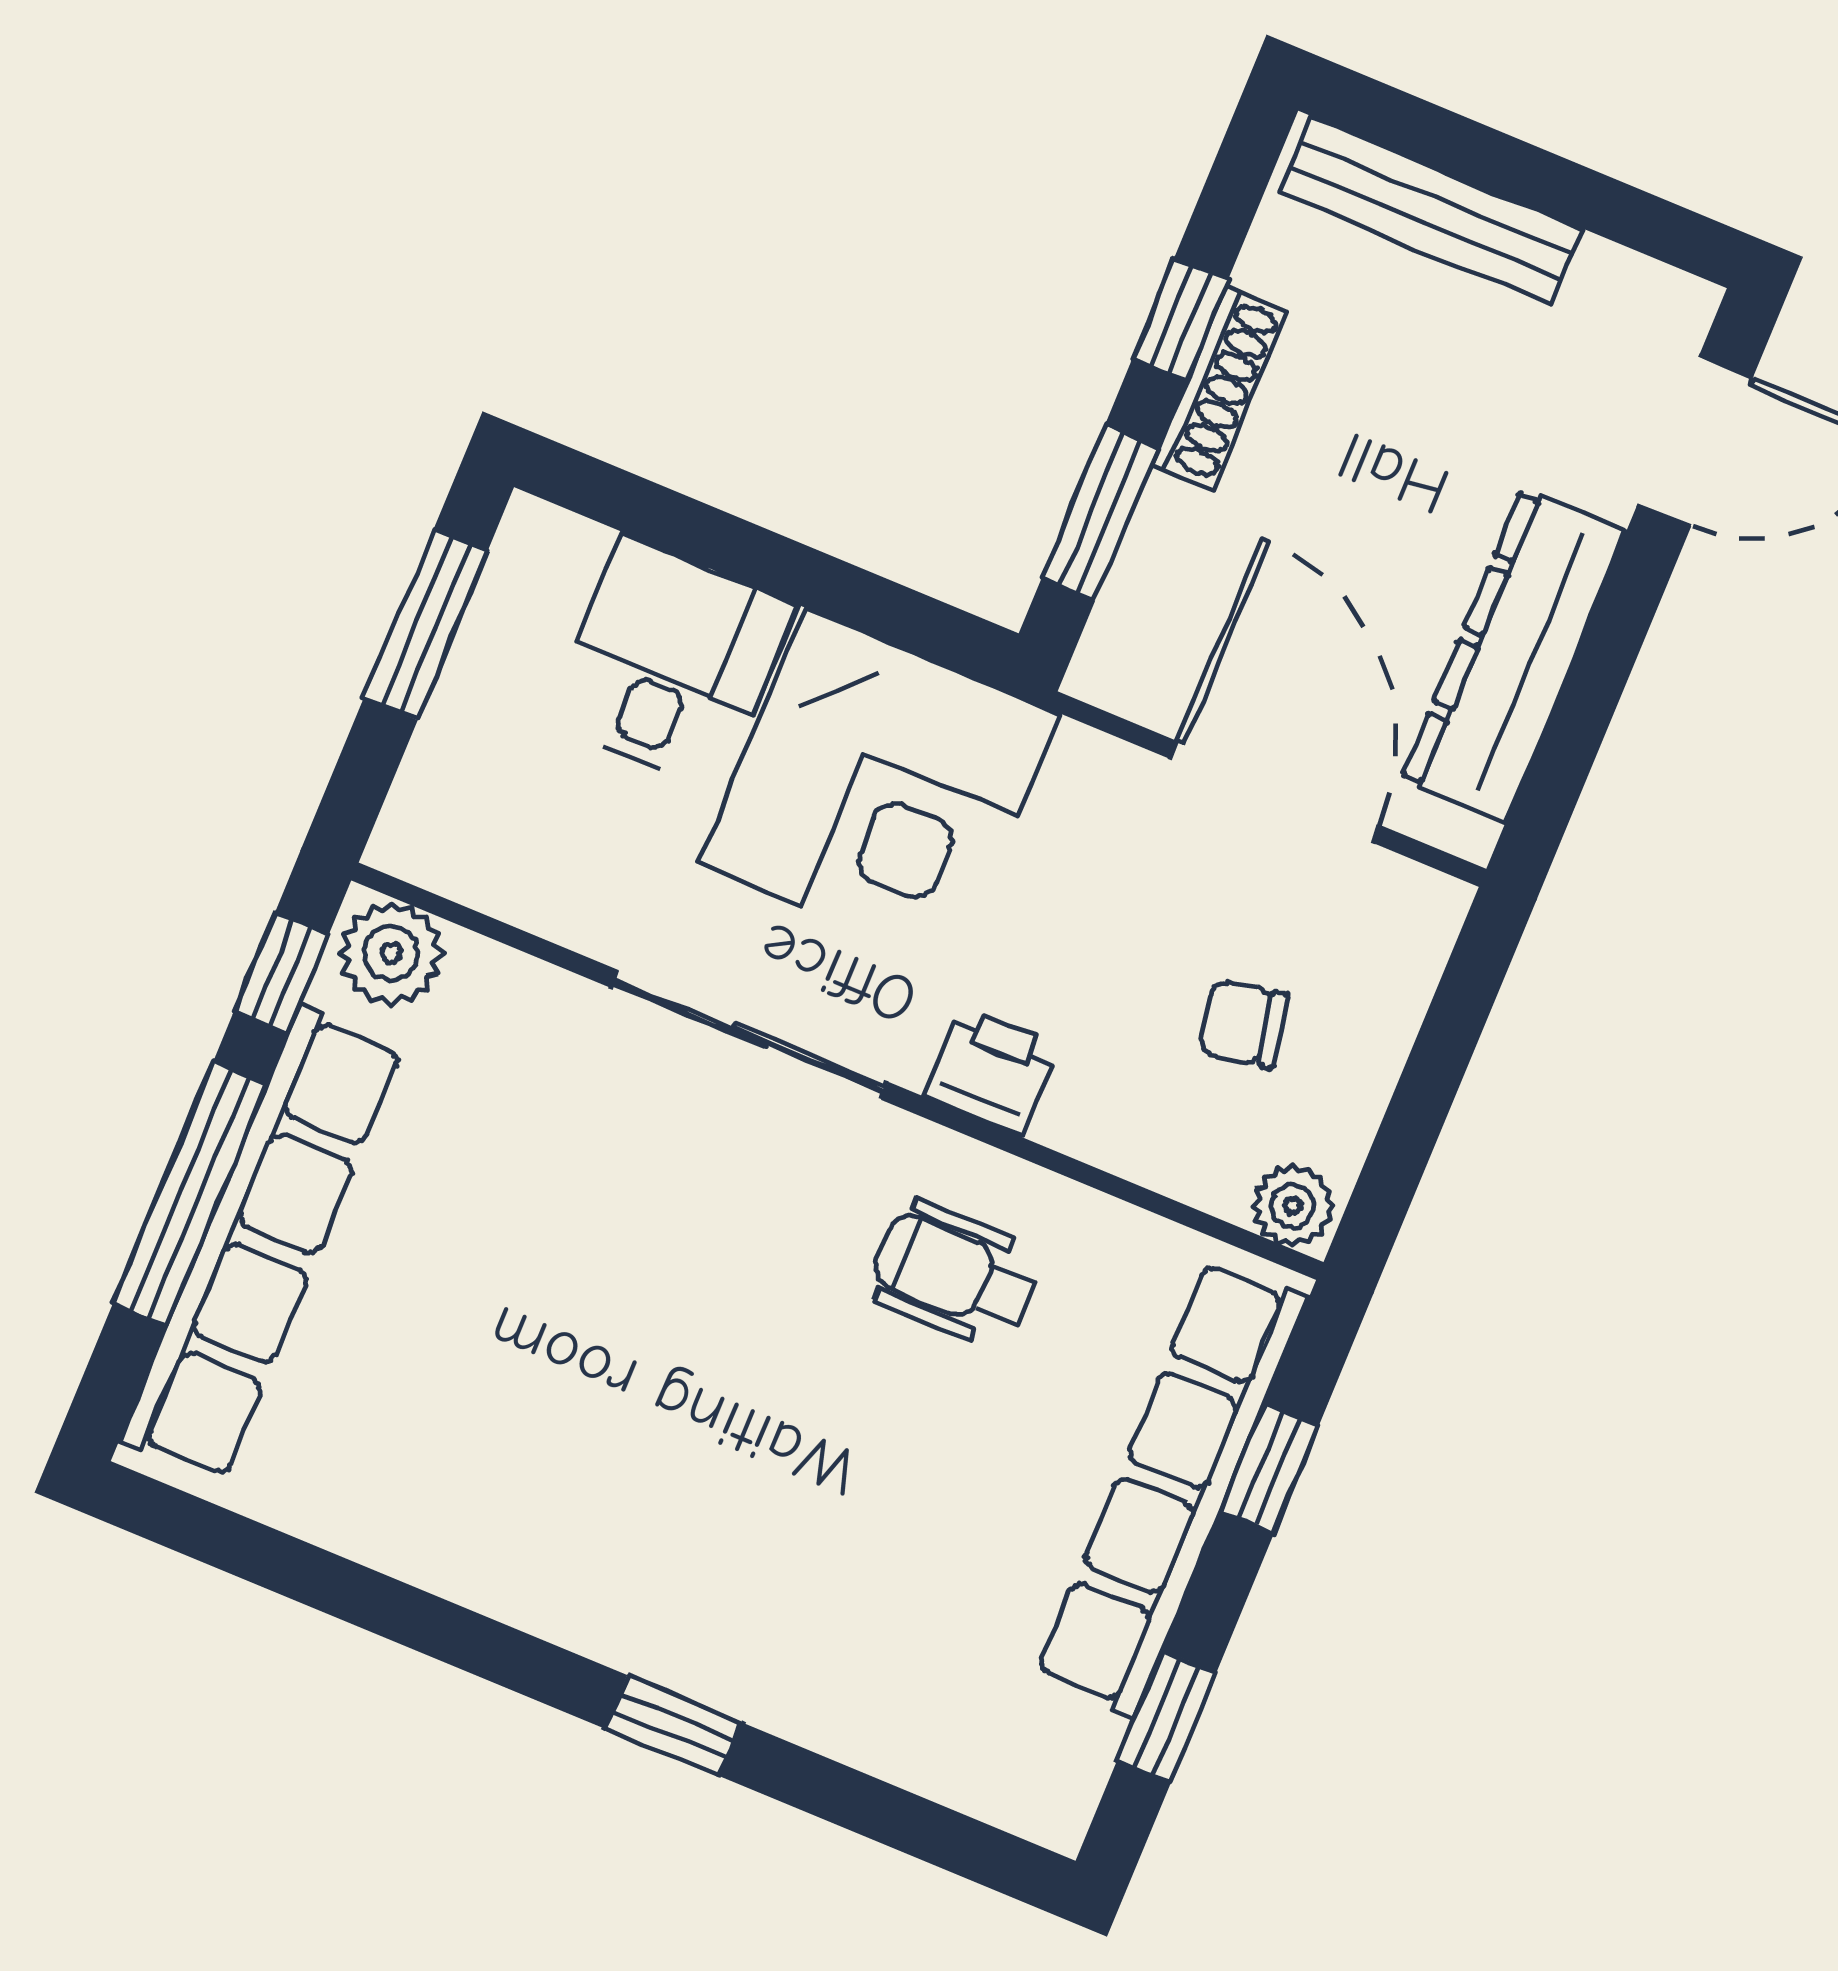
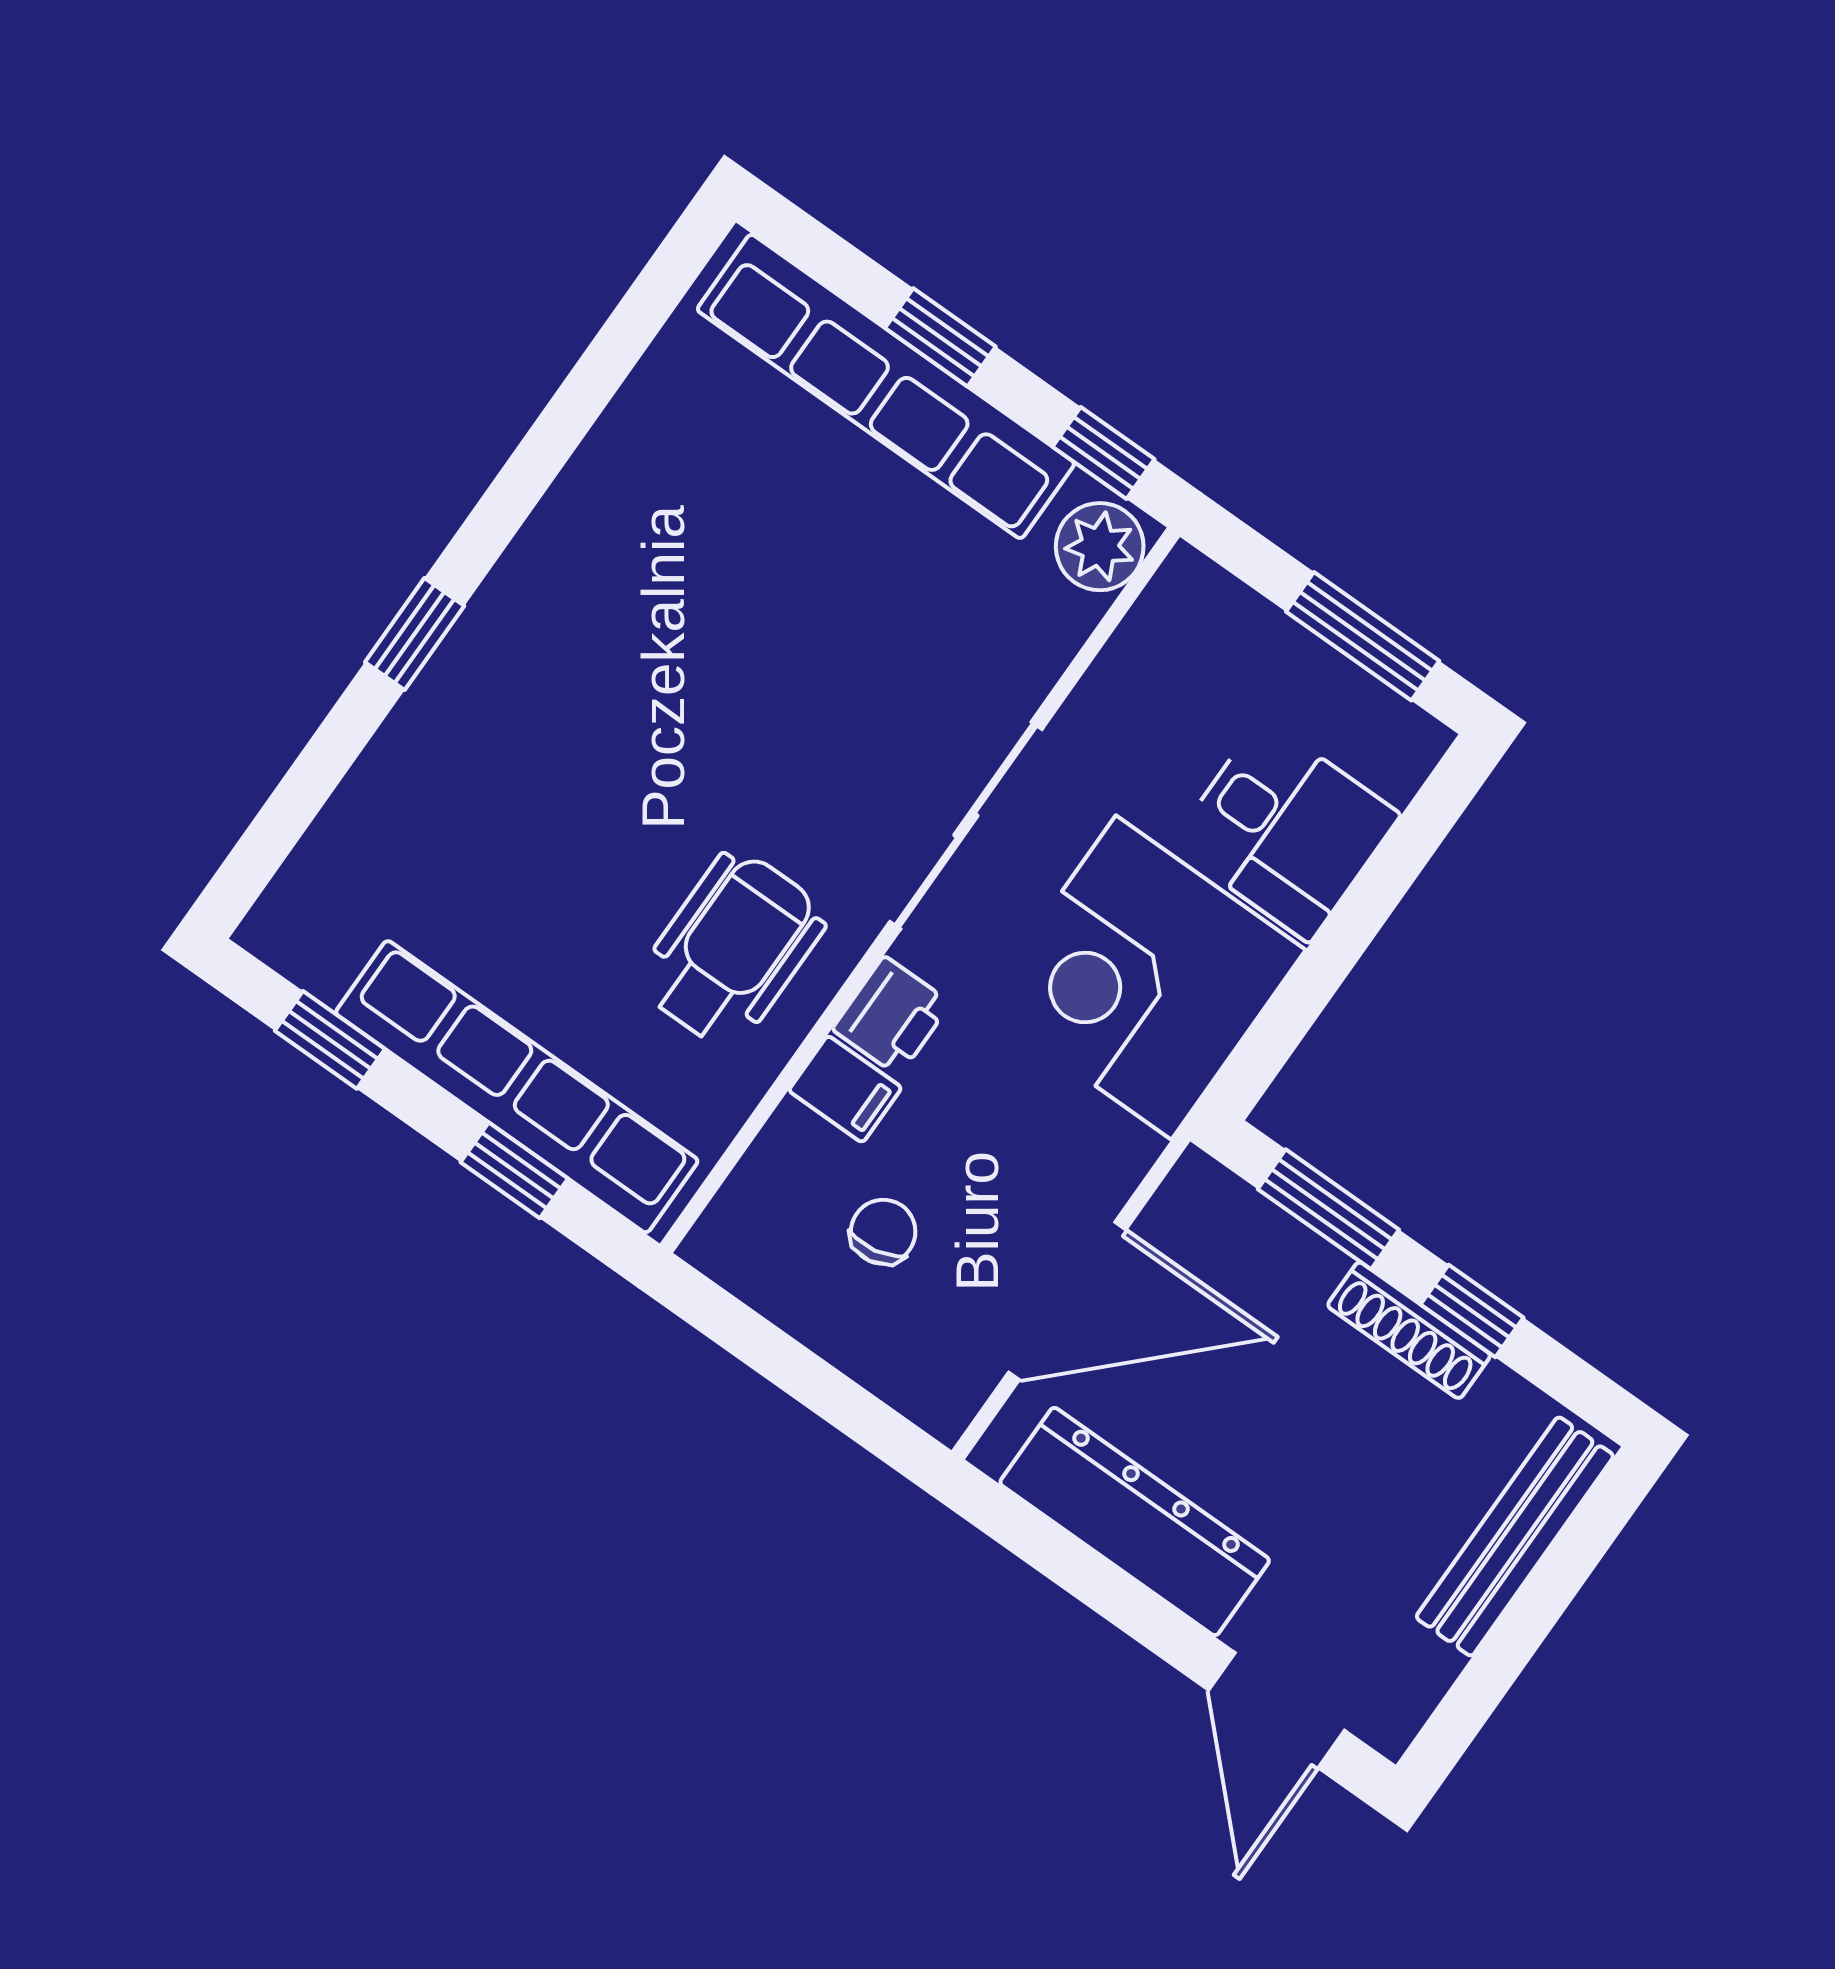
filing cabinet: (1088, 1106) -> (845, 1089), added
window: (190, 1193) -> (940, 337), width x0.46
plant: (1293, 1205) -> (725, 1238), removed
wheelchair: (955, 1274) -> (732, 949), width x1.36, depth x1.37

